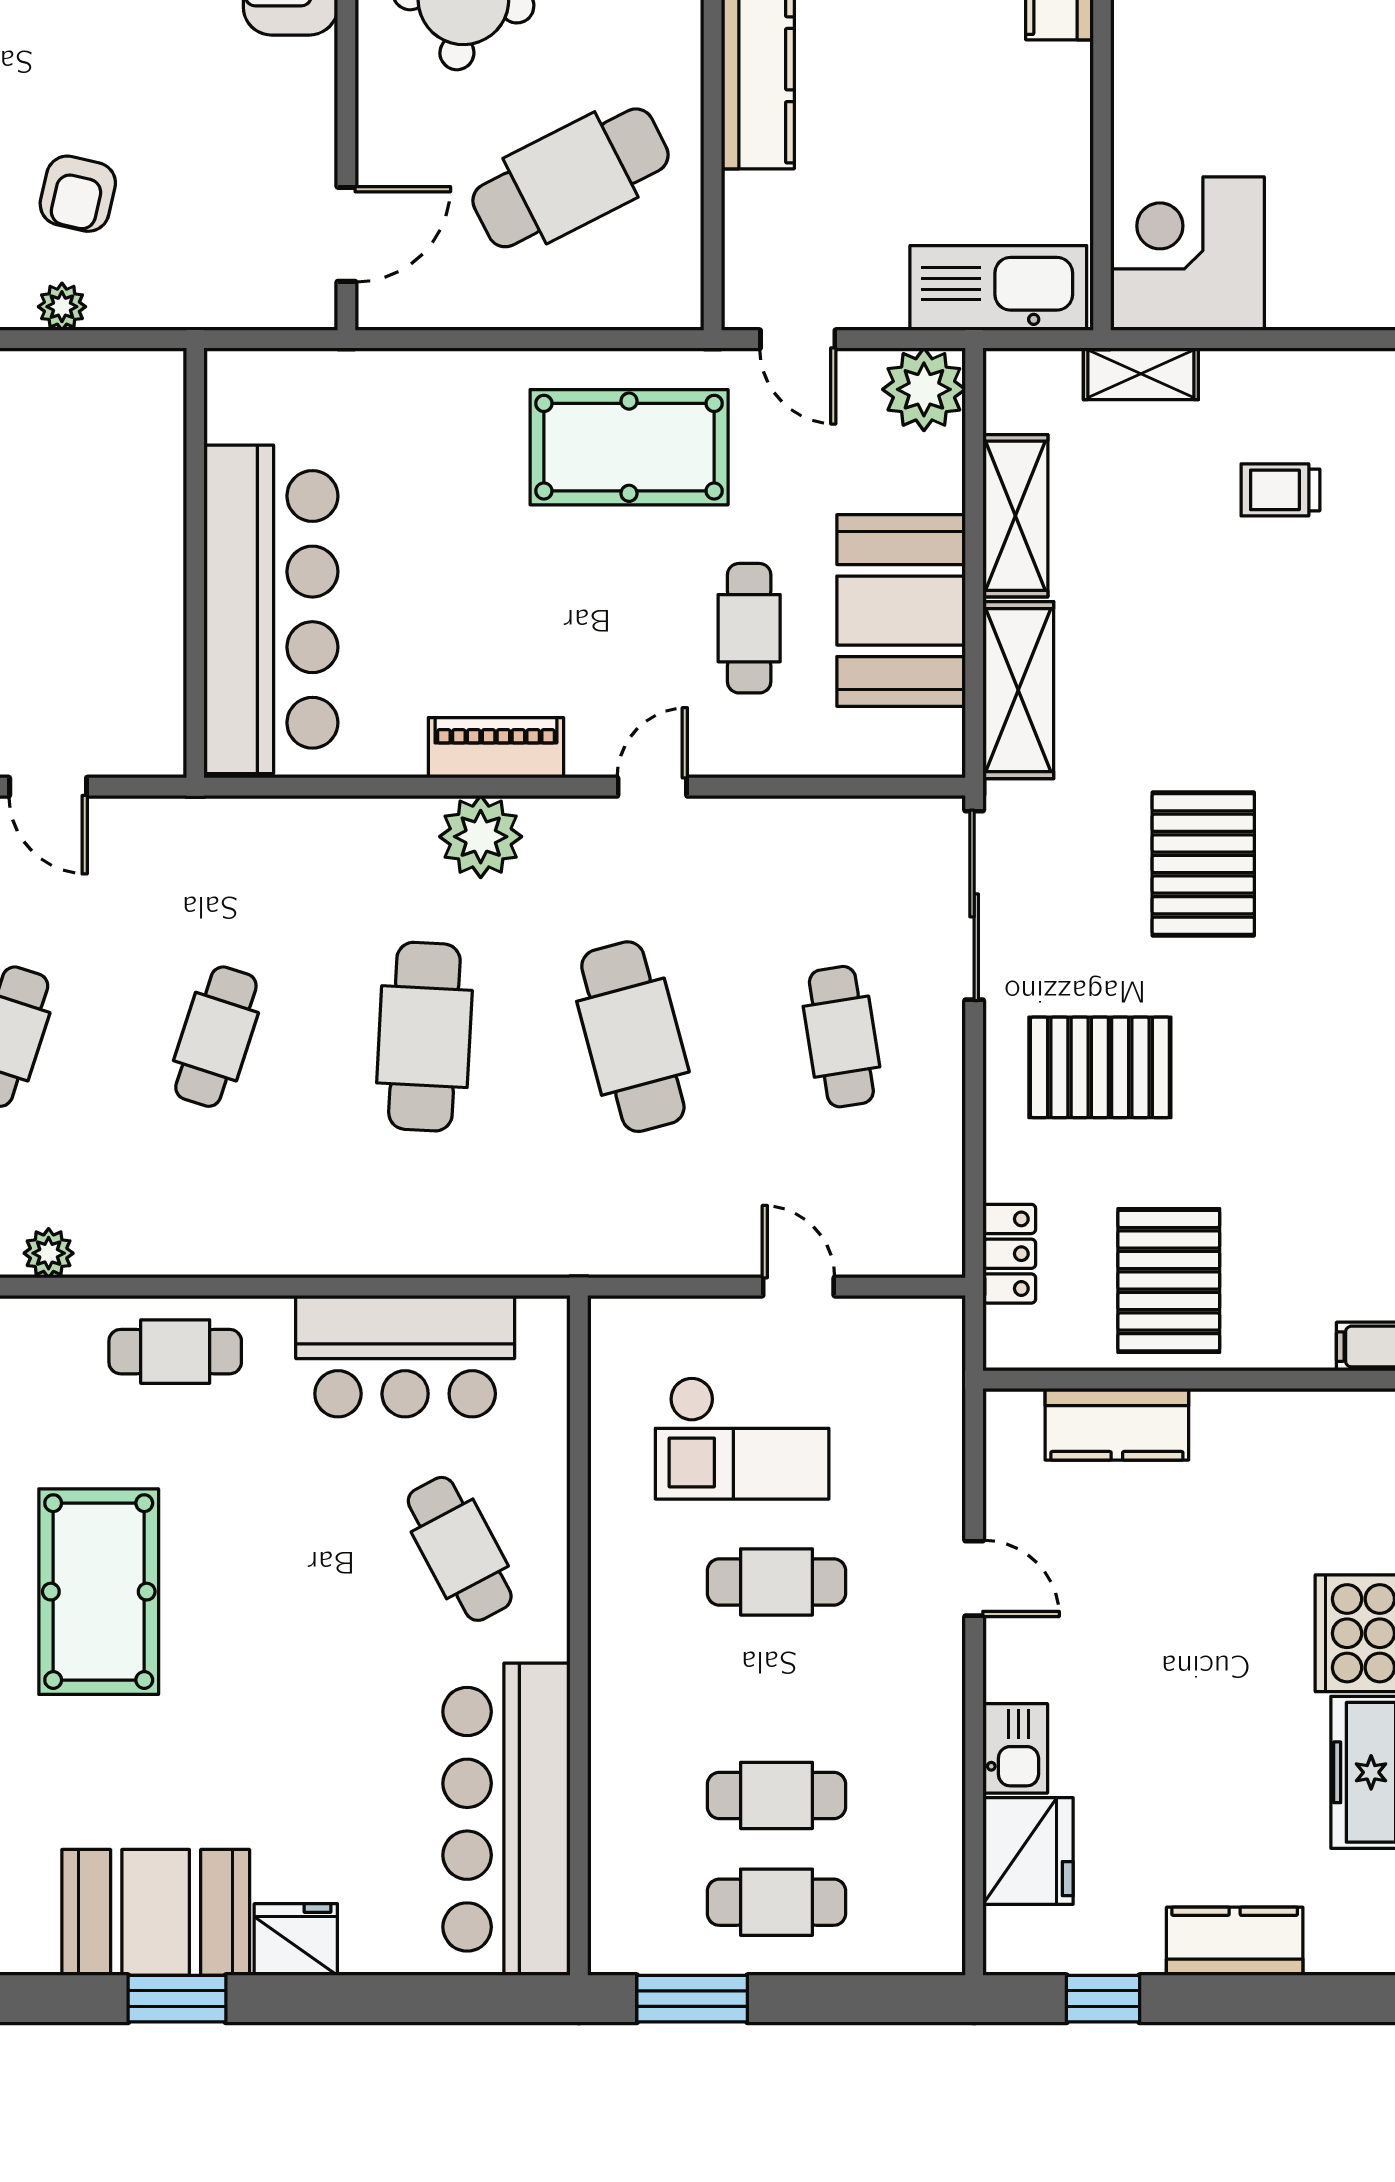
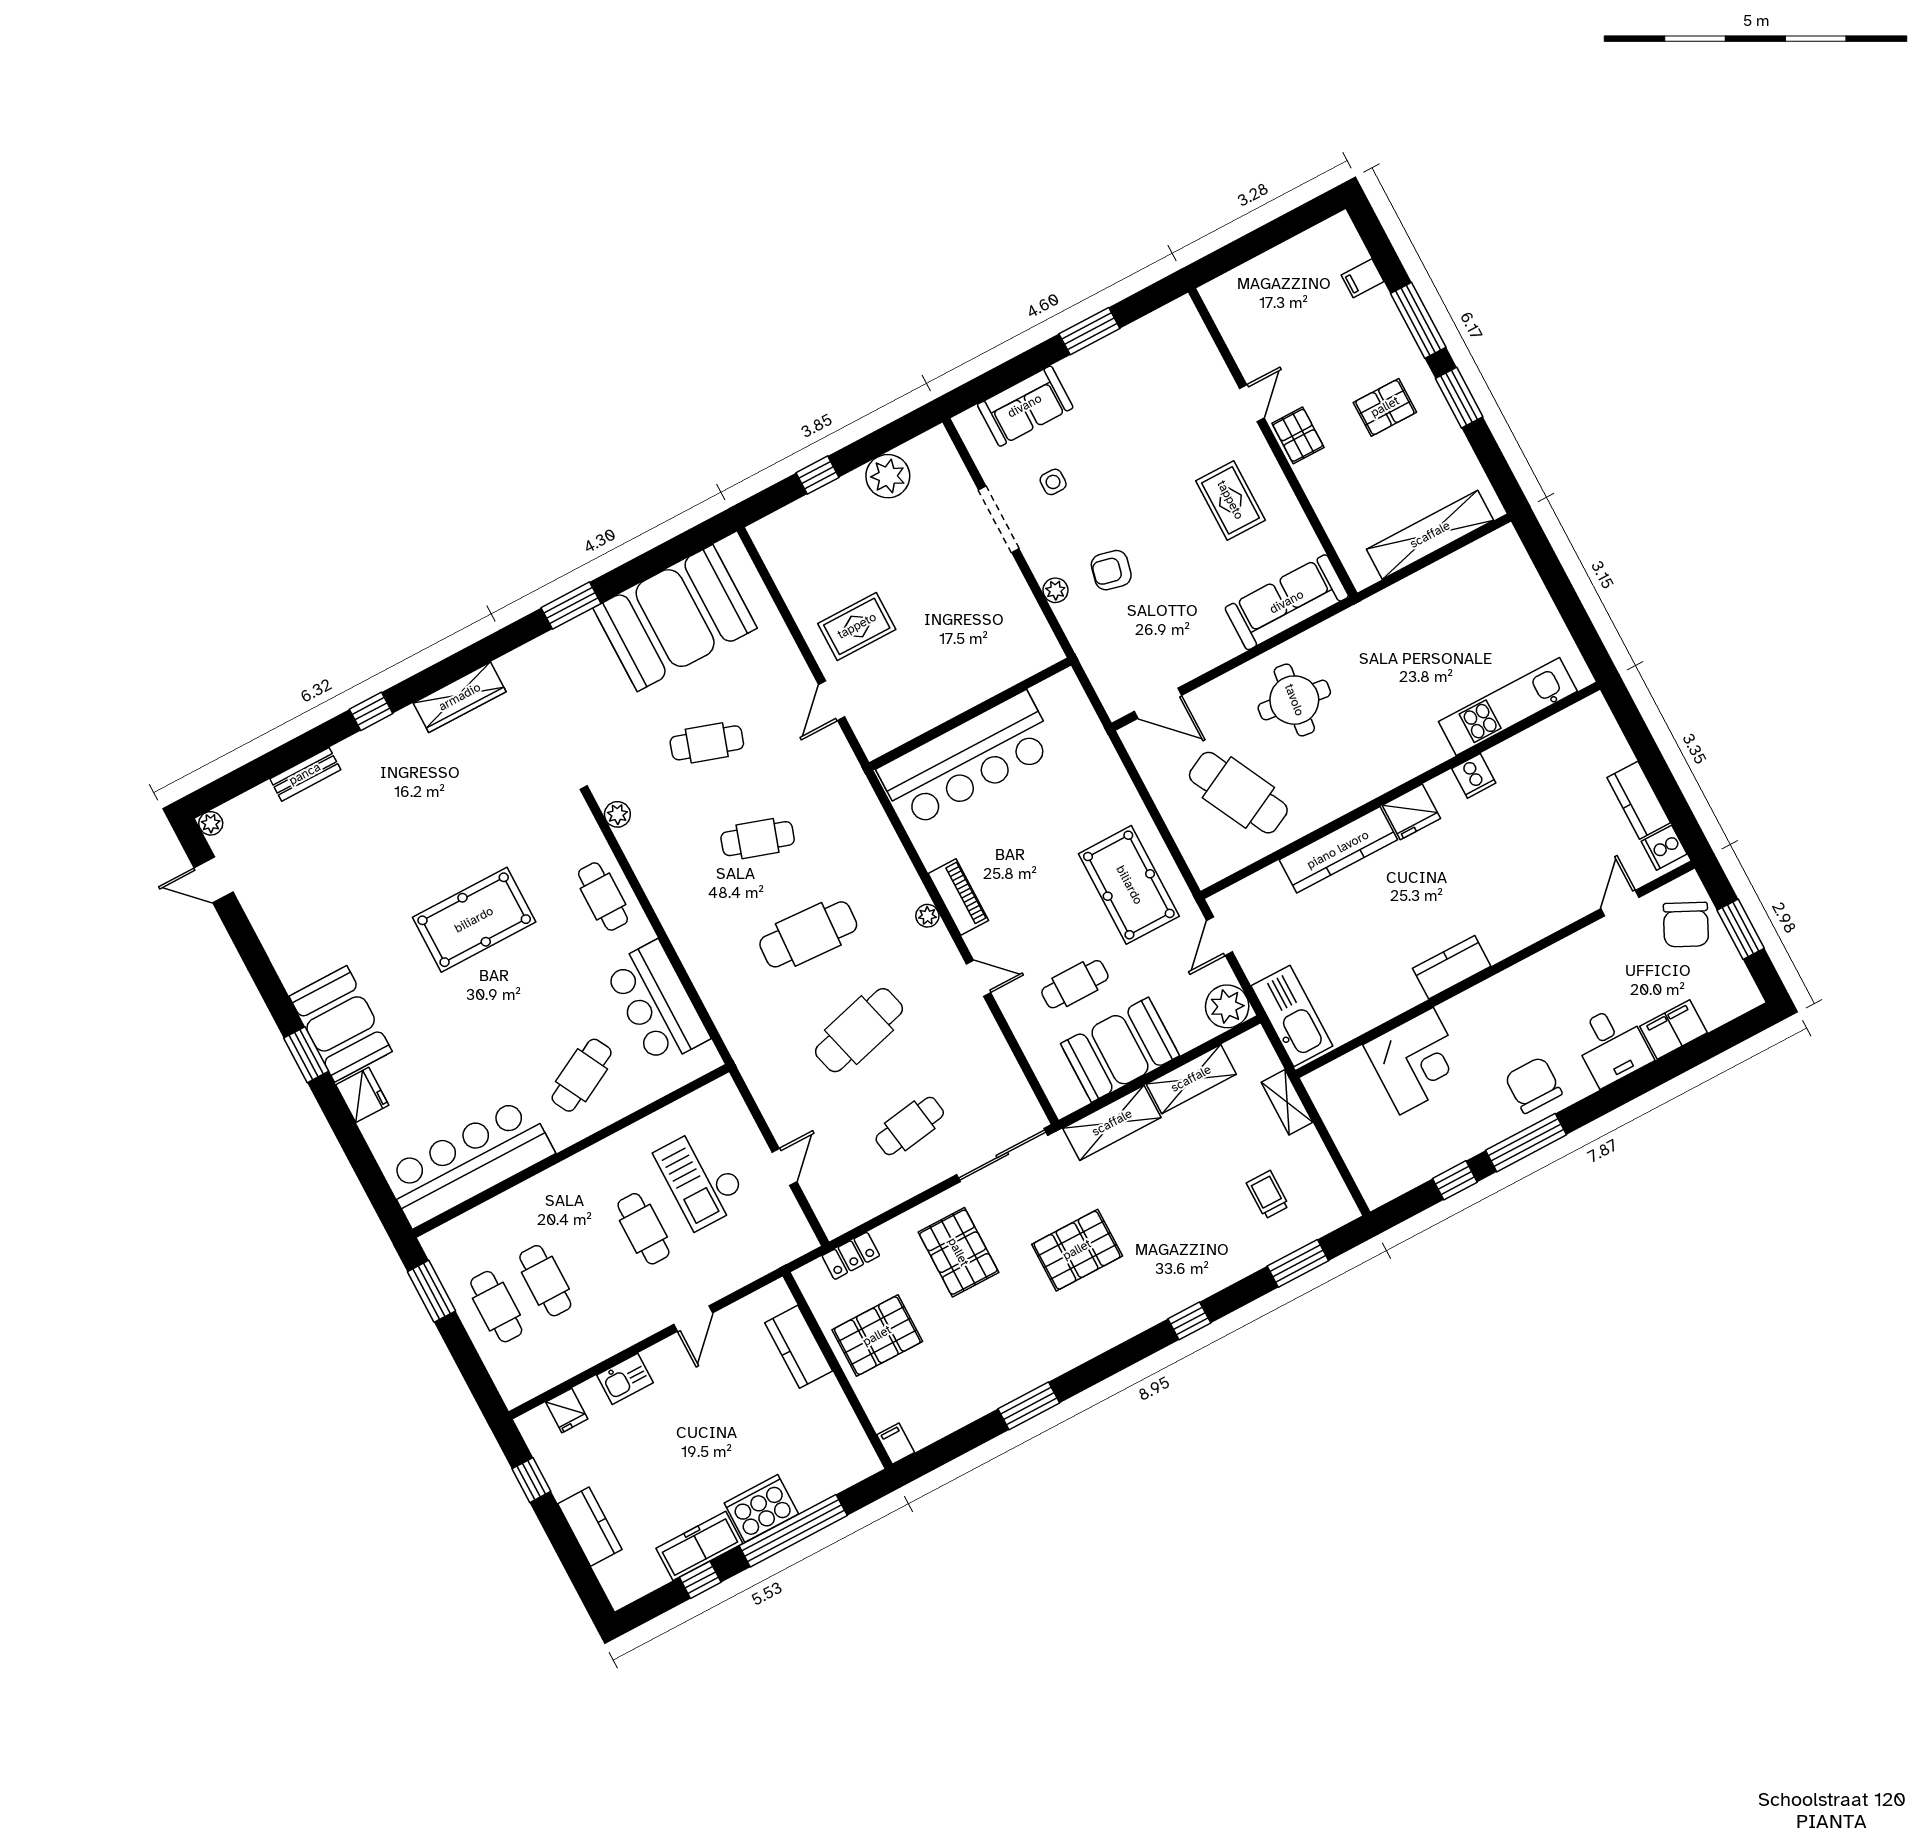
corner desk: (1188, 254) -> (1417, 1061), moved, turned 90
plant: (481, 837) -> (927, 916), width x0.53, depth x0.53
fridge: (1028, 1851) -> (567, 1411), width x0.53, depth x0.75

